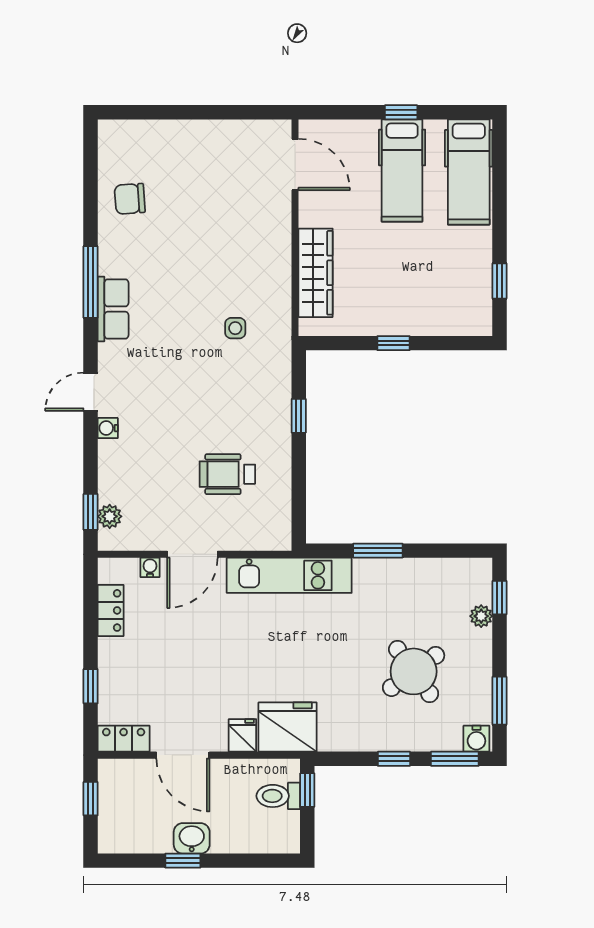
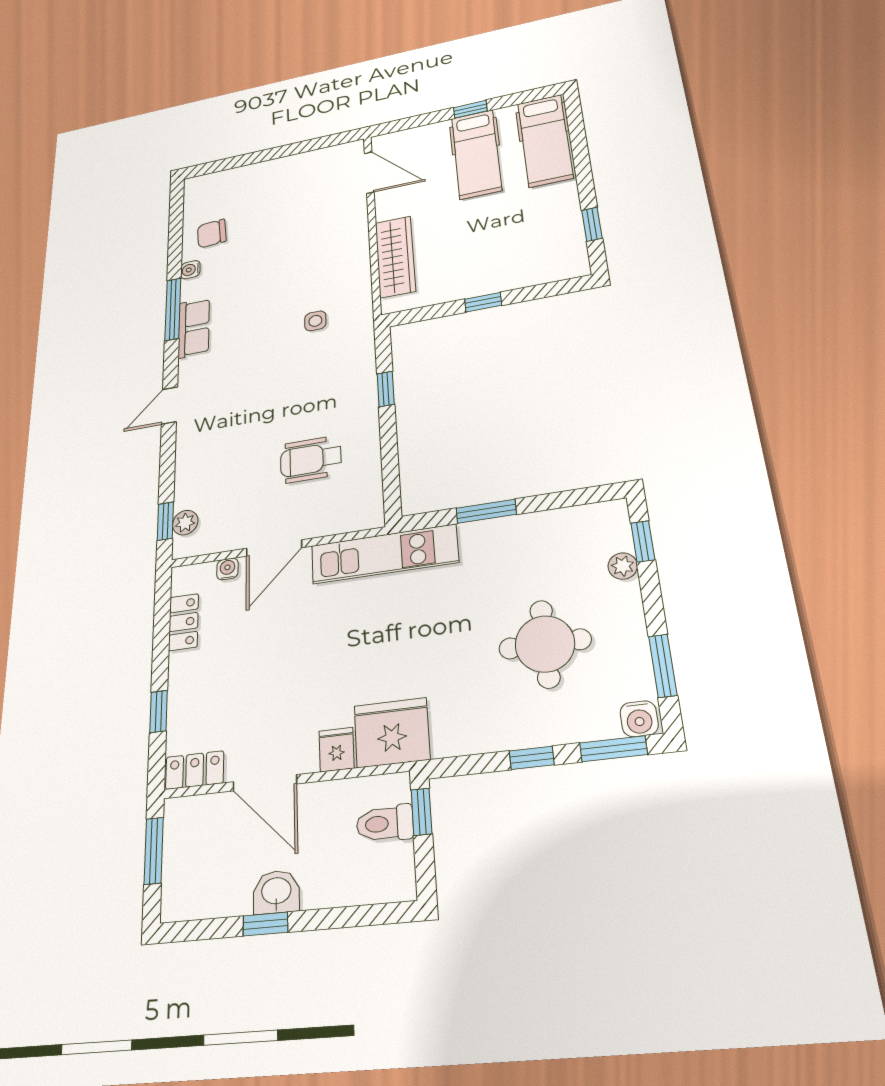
water cooler: (108, 428) -> (190, 270), moved
round table: (414, 671) -> (545, 644), turned 36
window: (91, 799) -> (154, 851), width x1.50

